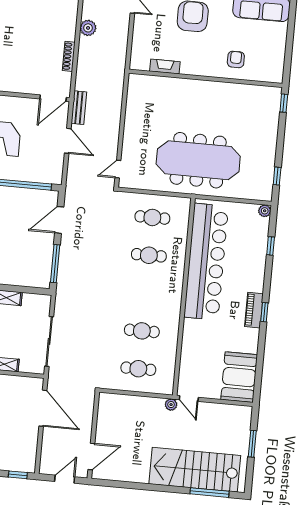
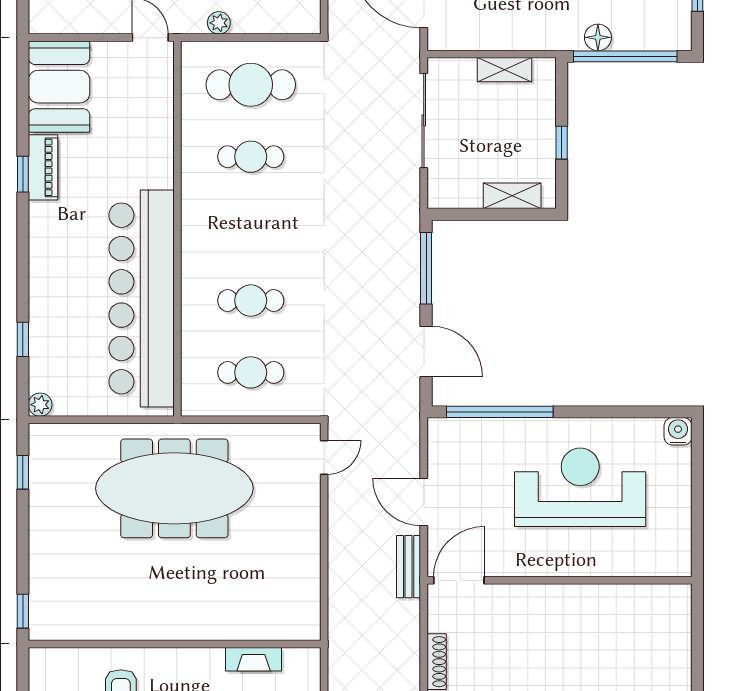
door: (59, 220) -> (426, 351), hinge flipped
piano: (254, 310) -> (43, 167), moved
window: (264, 312) -> (23, 174), moved
cafe table: (138, 369) -> (251, 85), width x1.37, depth x1.35
plant: (171, 405) -> (219, 23), moved

